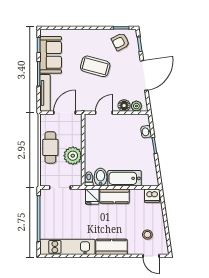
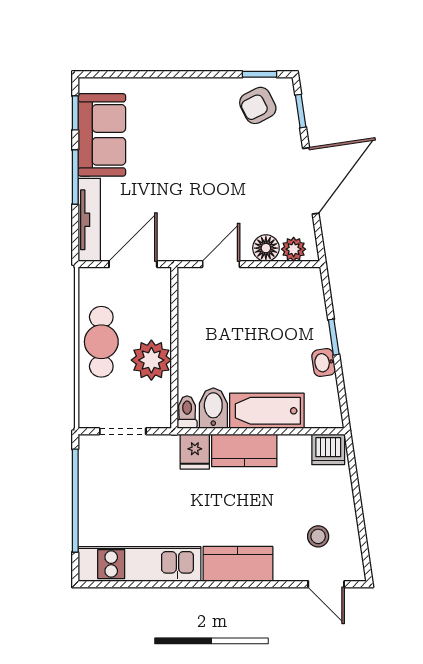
coffee table: (95, 66) -> (201, 160), removed
washbasin: (146, 132) -> (324, 363), moved

